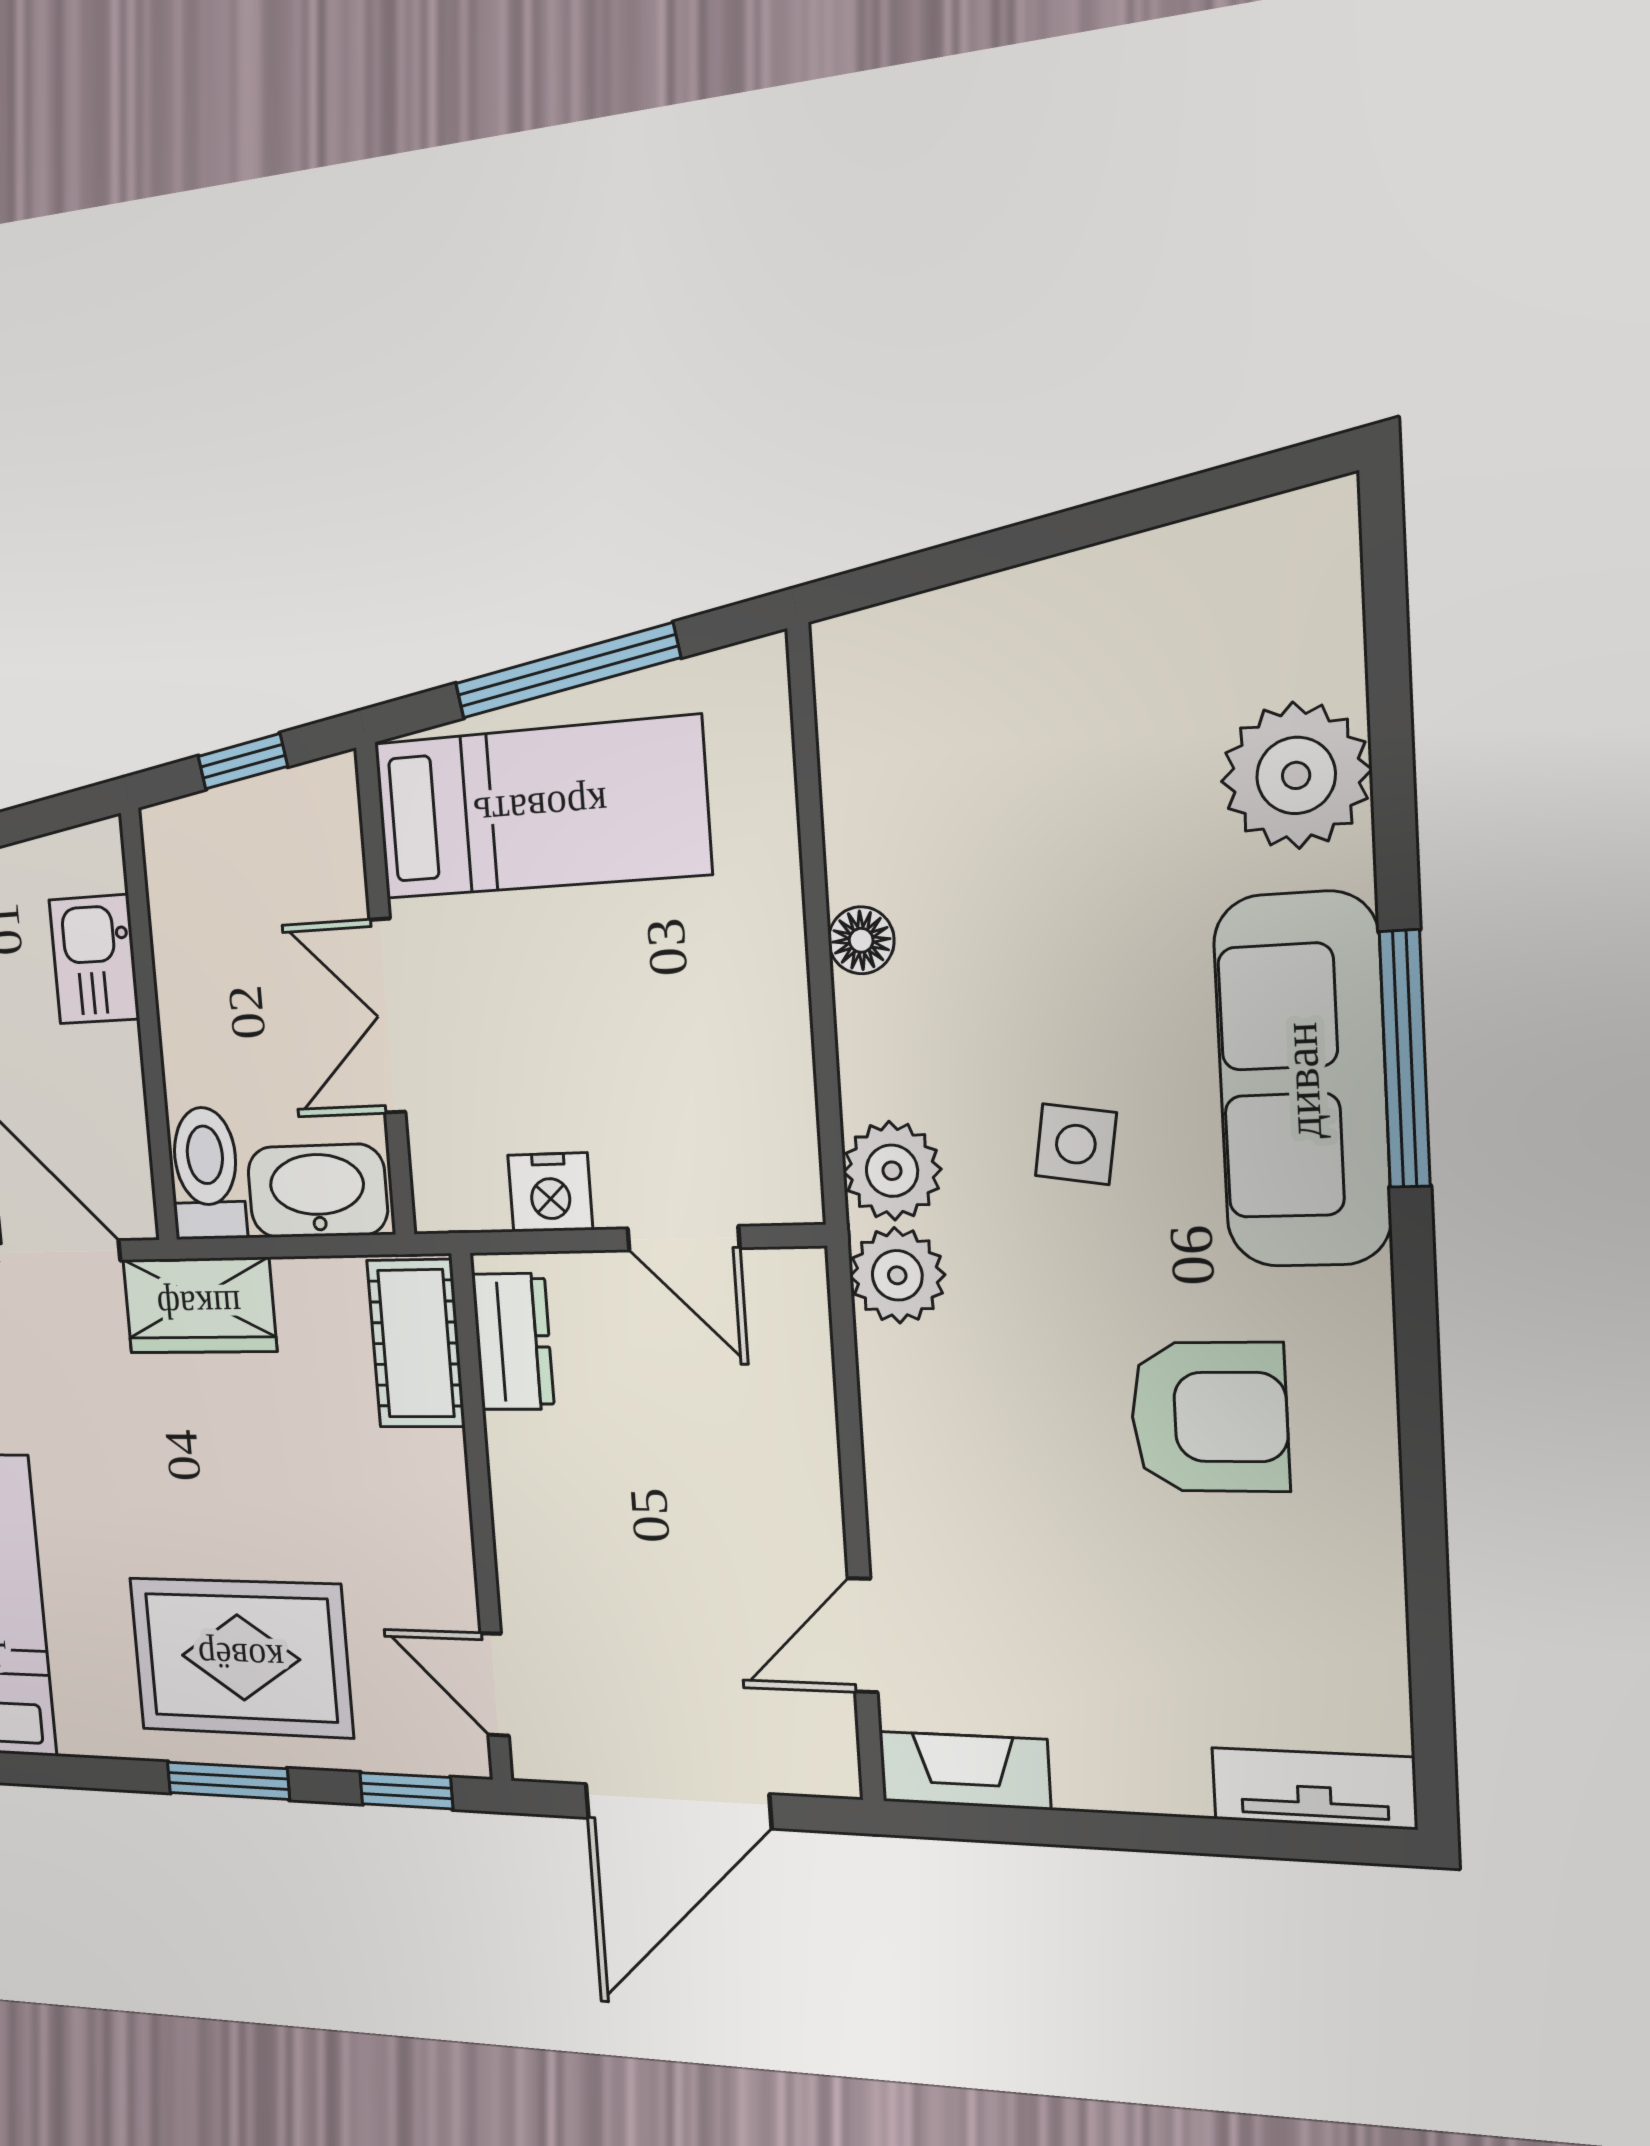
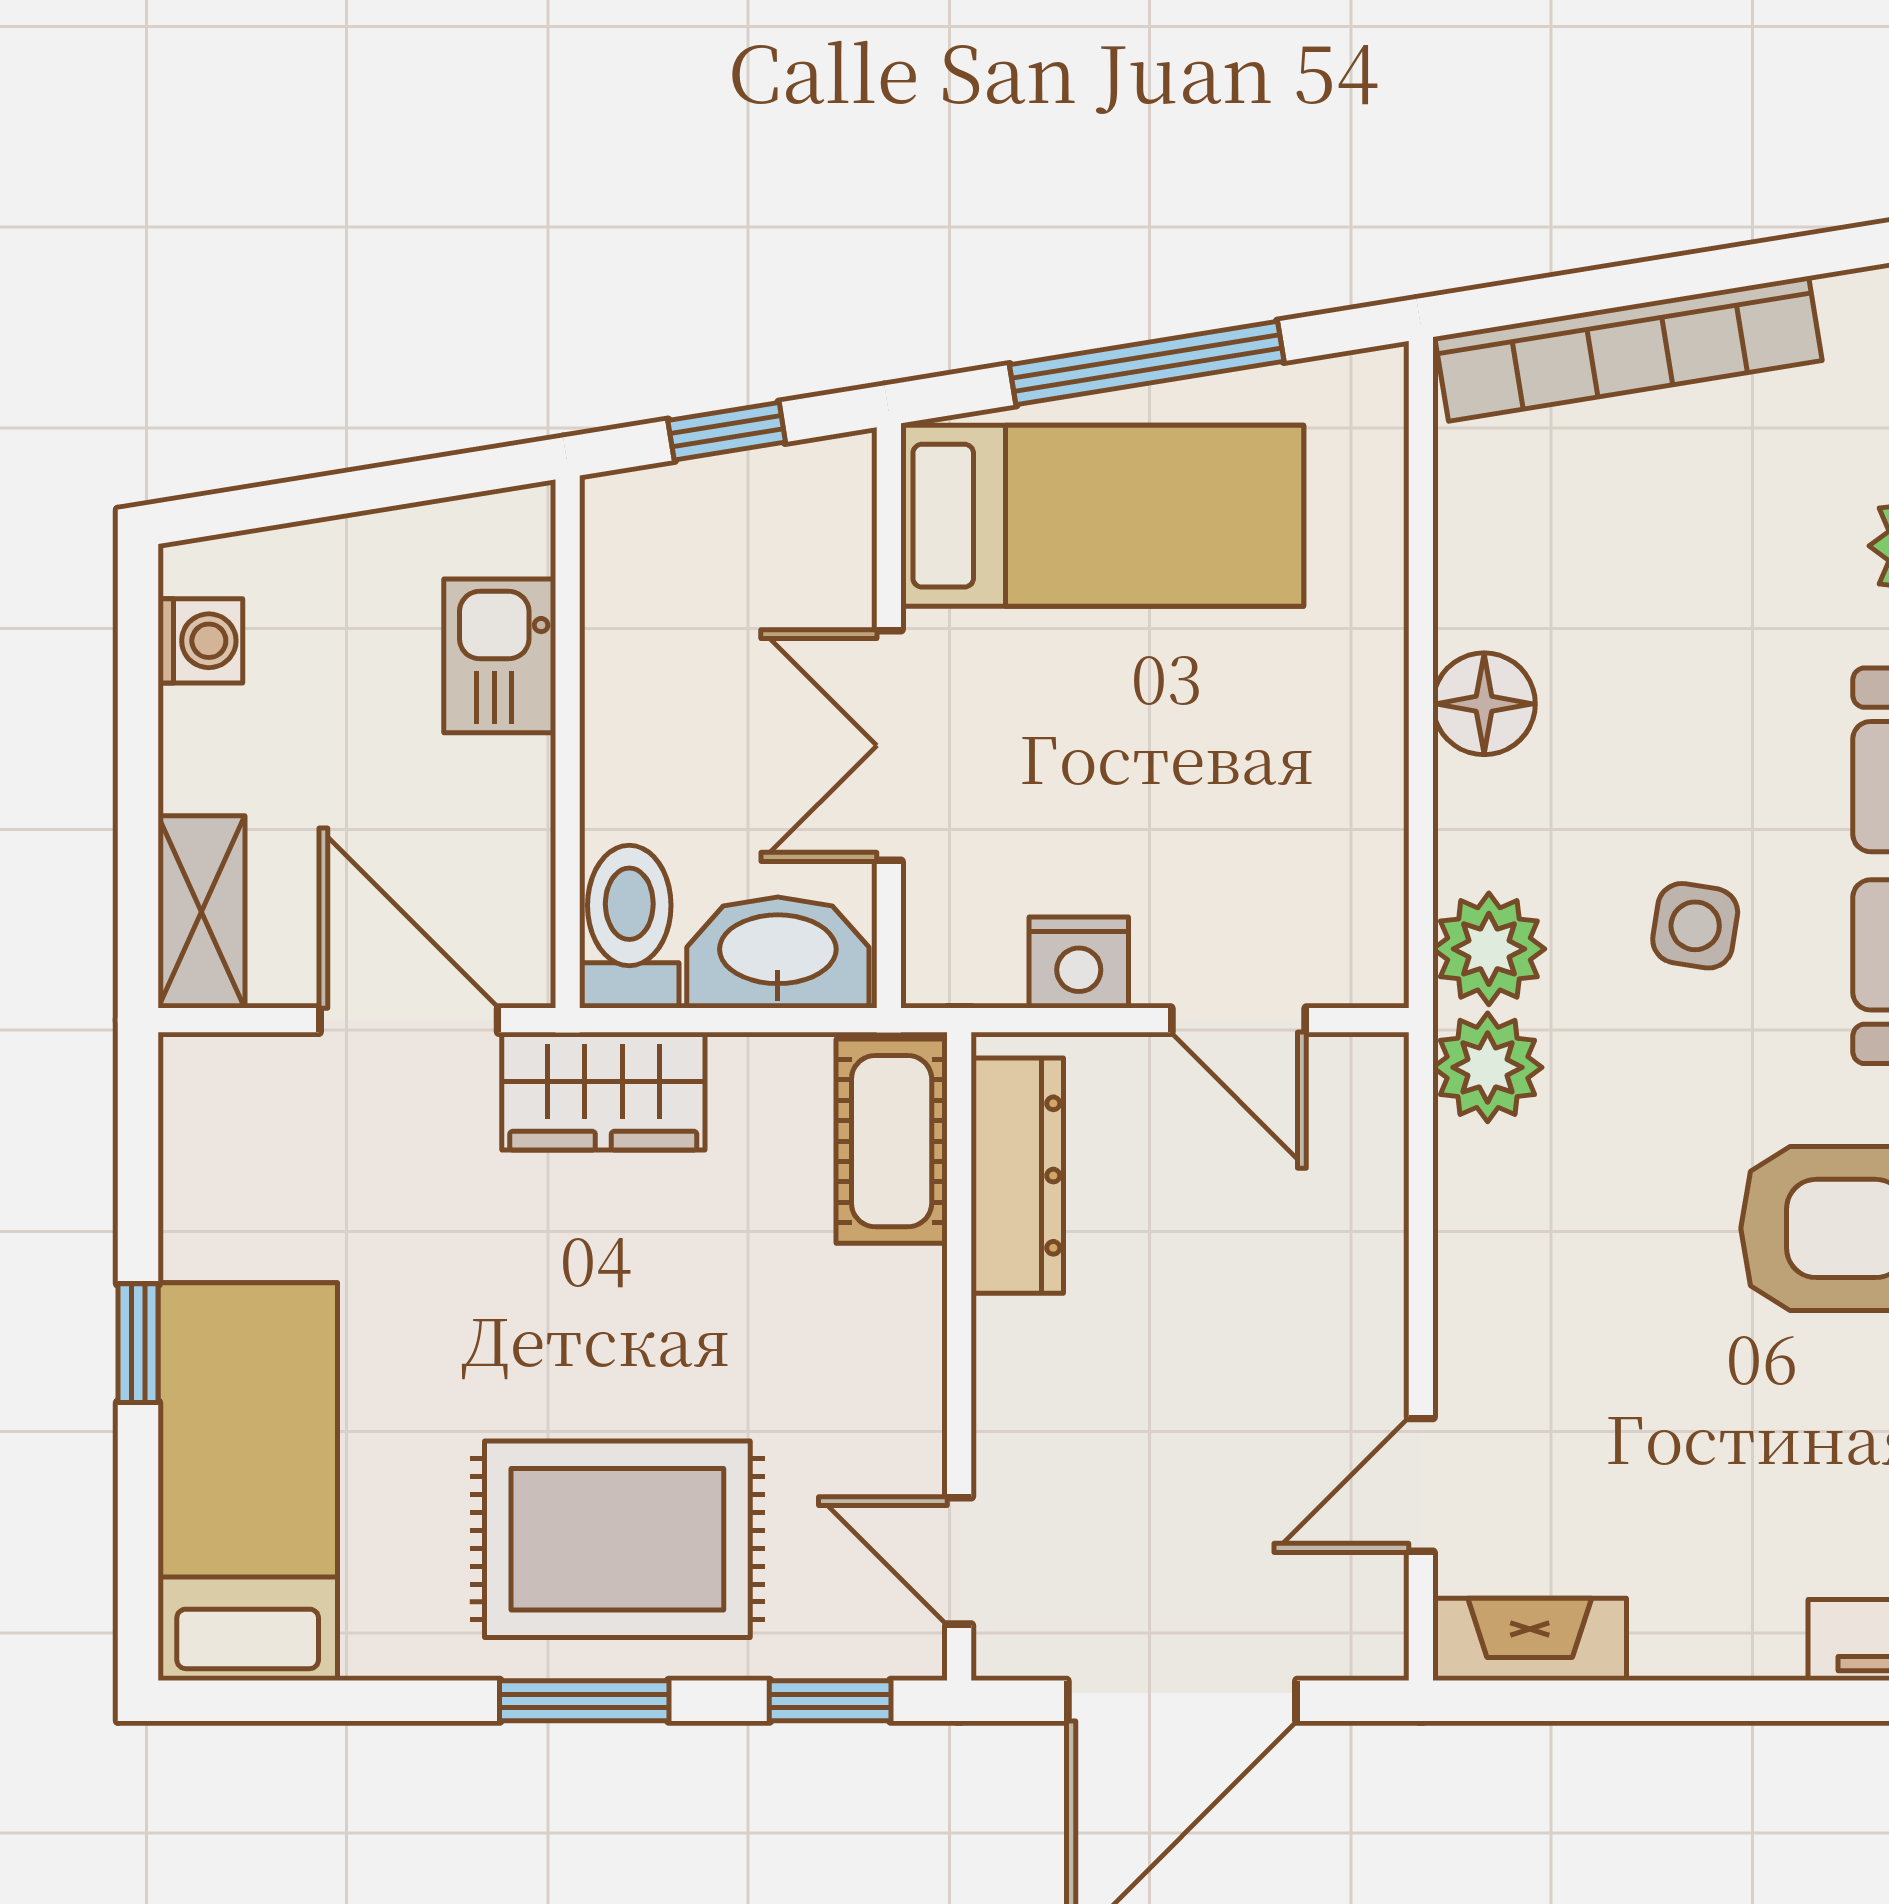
bookcase: (984, 615) -> (1628, 349), added
floor lamp: (861, 940) -> (1484, 704), width x1.37, depth x1.37
dresser: (513, 1342) -> (1017, 1176), width x1.44

